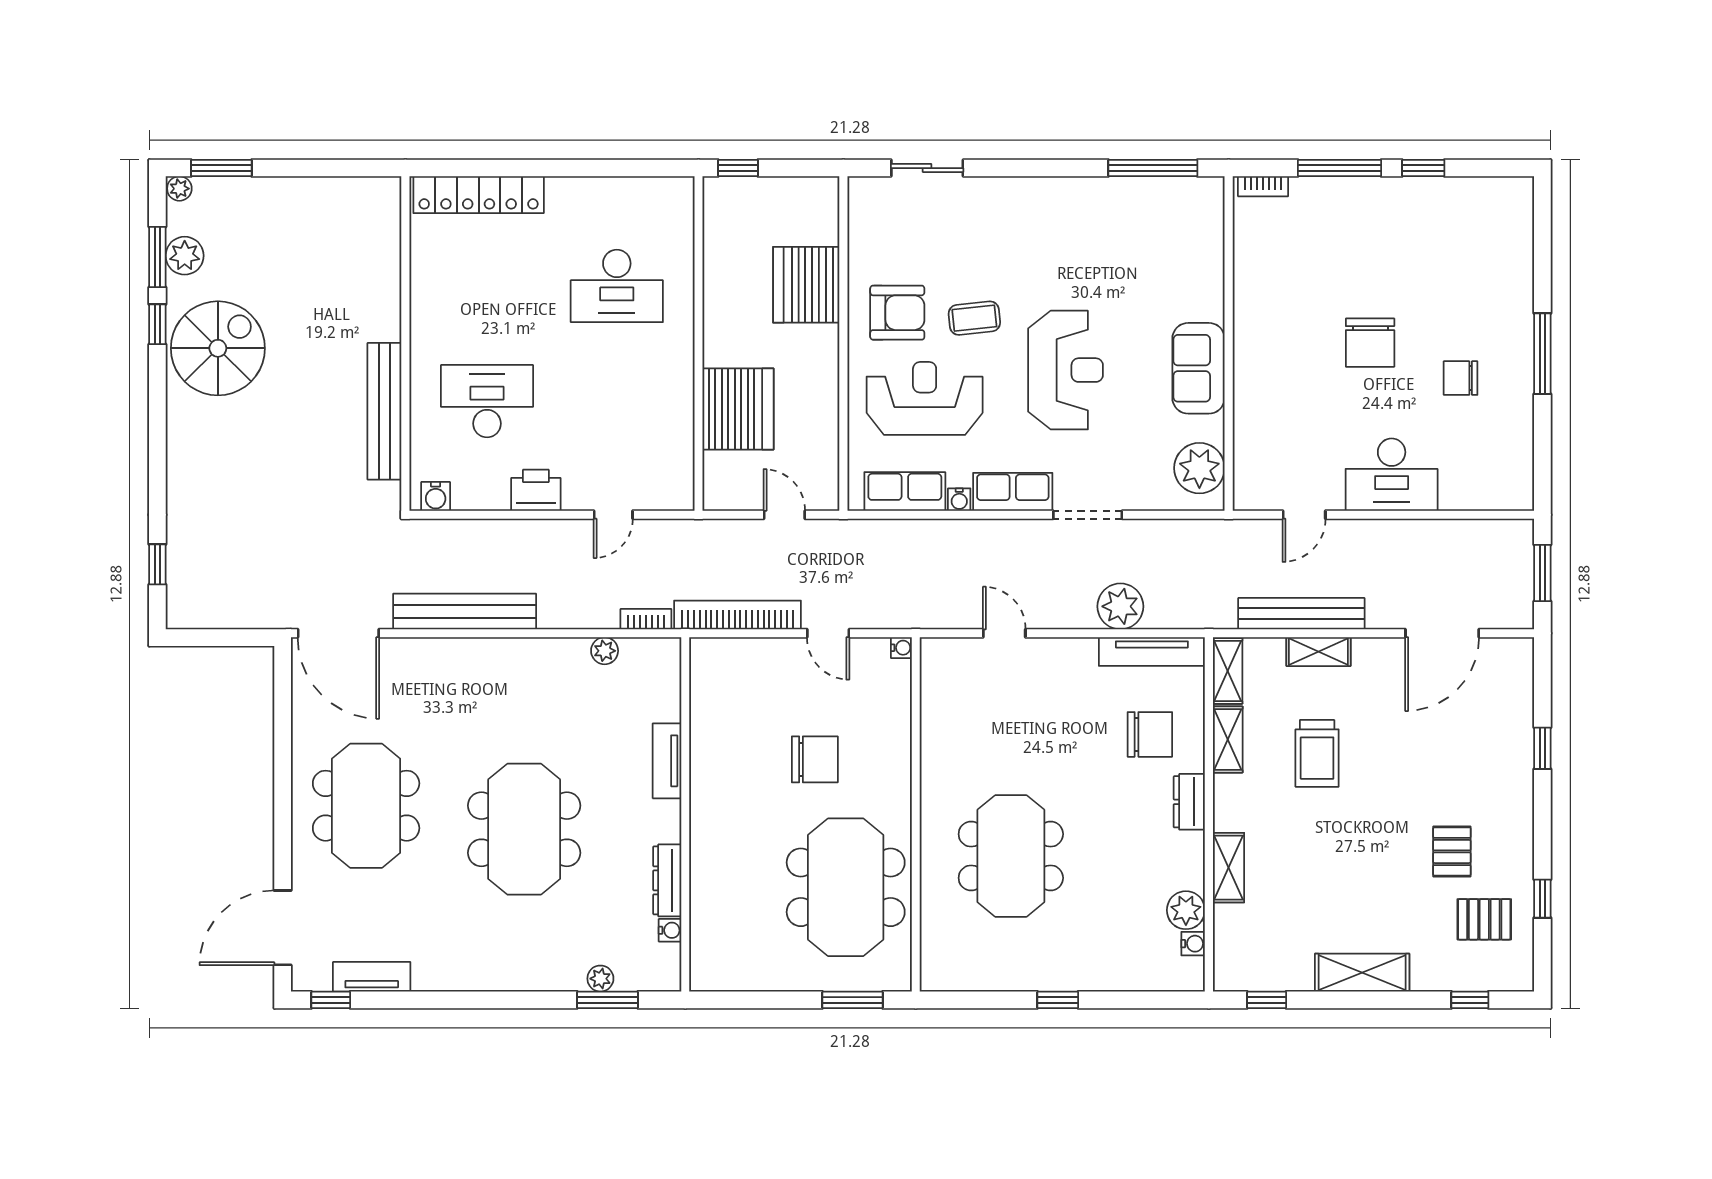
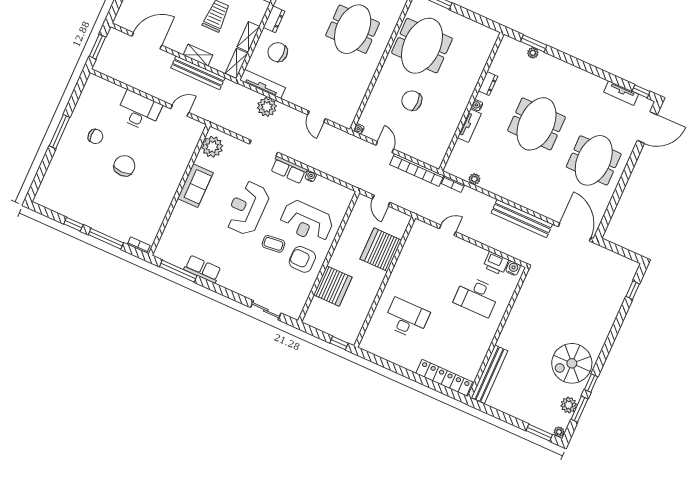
bench: (384, 411) -> (490, 374), moved
printer: (536, 490) -> (496, 263), moved
row of seats: (905, 491) -> (203, 269), moved, turned 180
dresser: (667, 880) -> (488, 84), width x0.70
water cooler: (670, 930) -> (477, 105), moved

